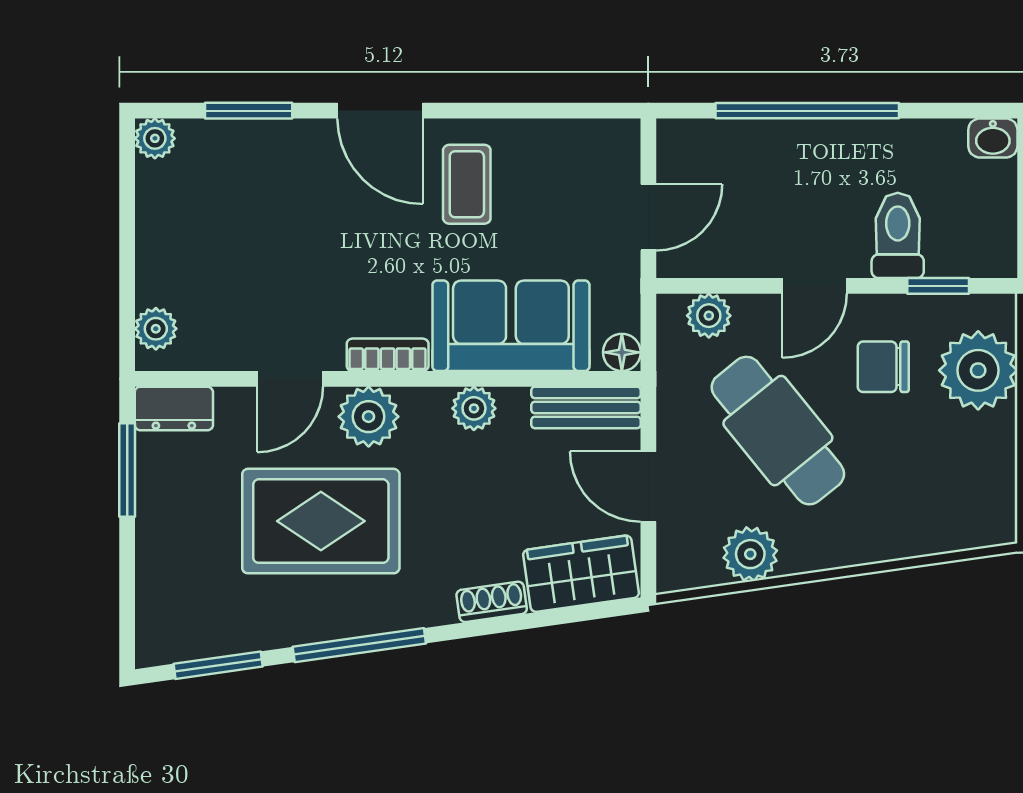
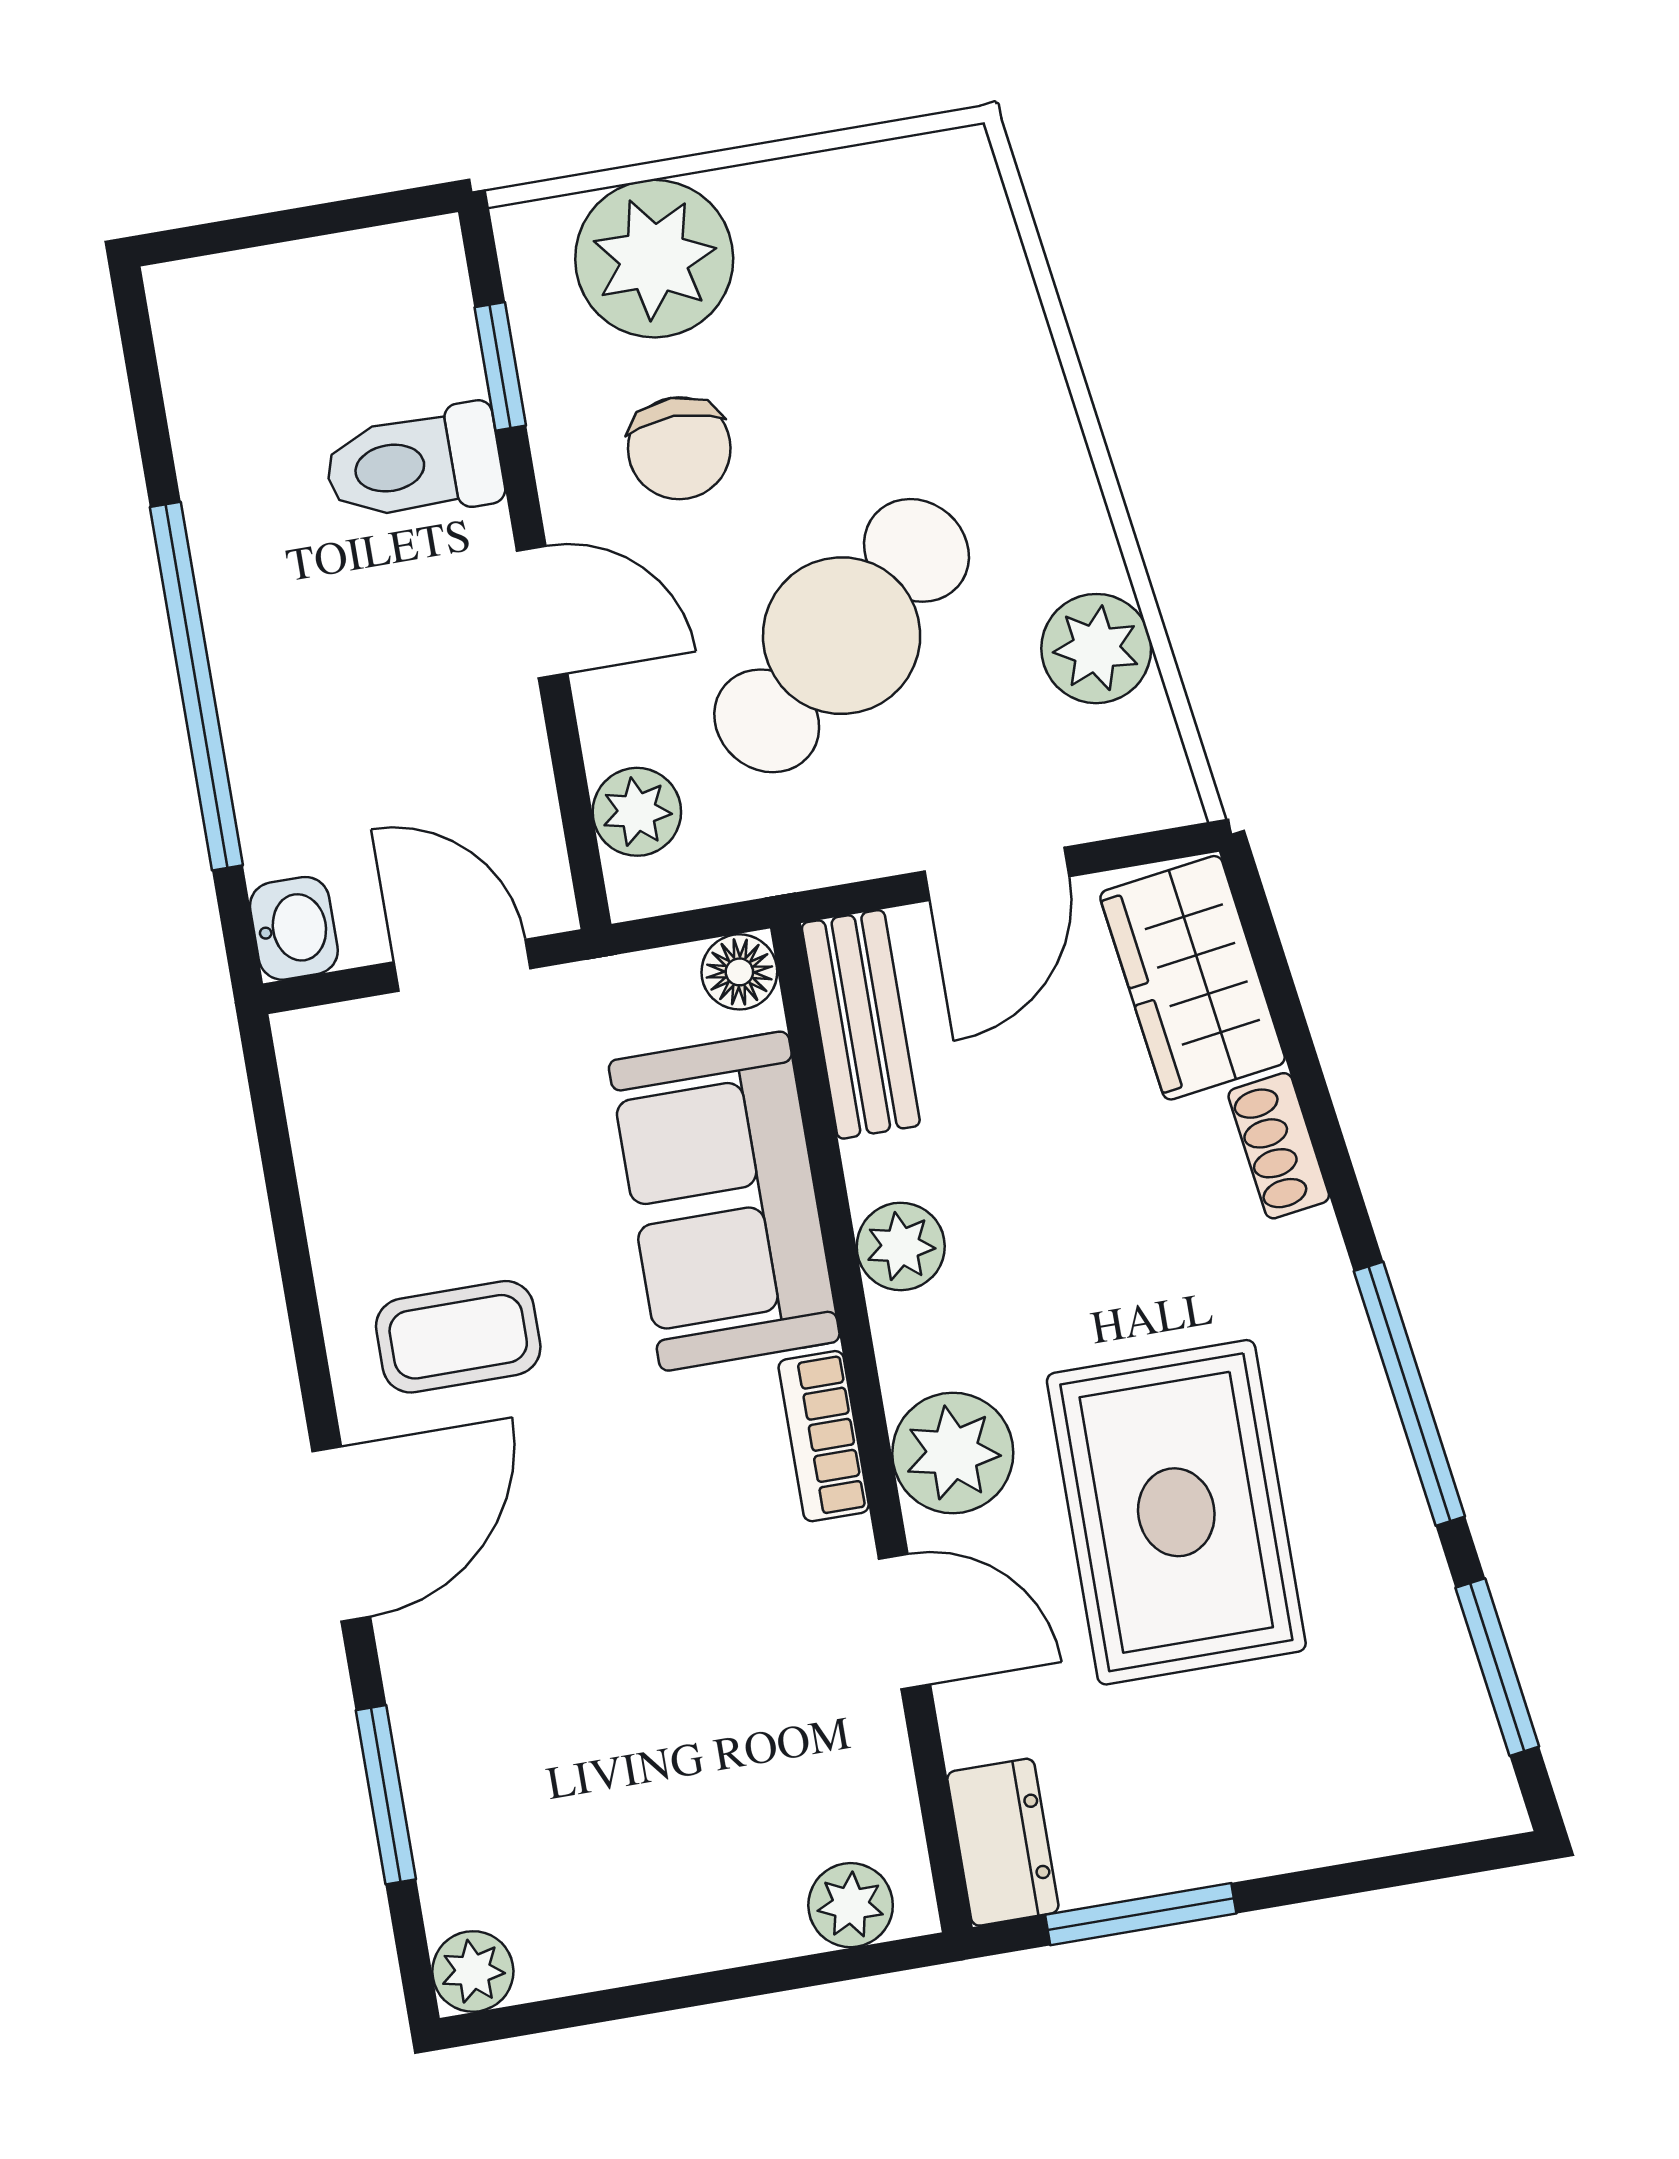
washbasin: (993, 138) -> (294, 928), moved

